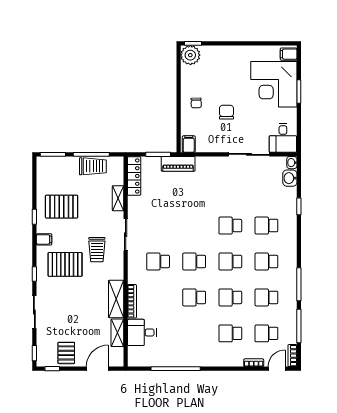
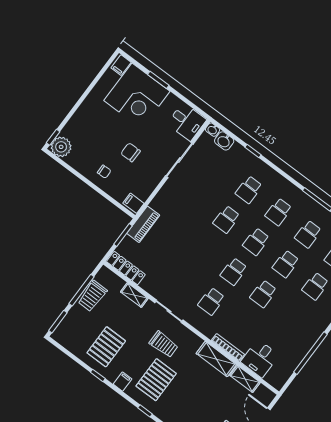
trolley: (93, 166) -> (92, 296), turned 180

